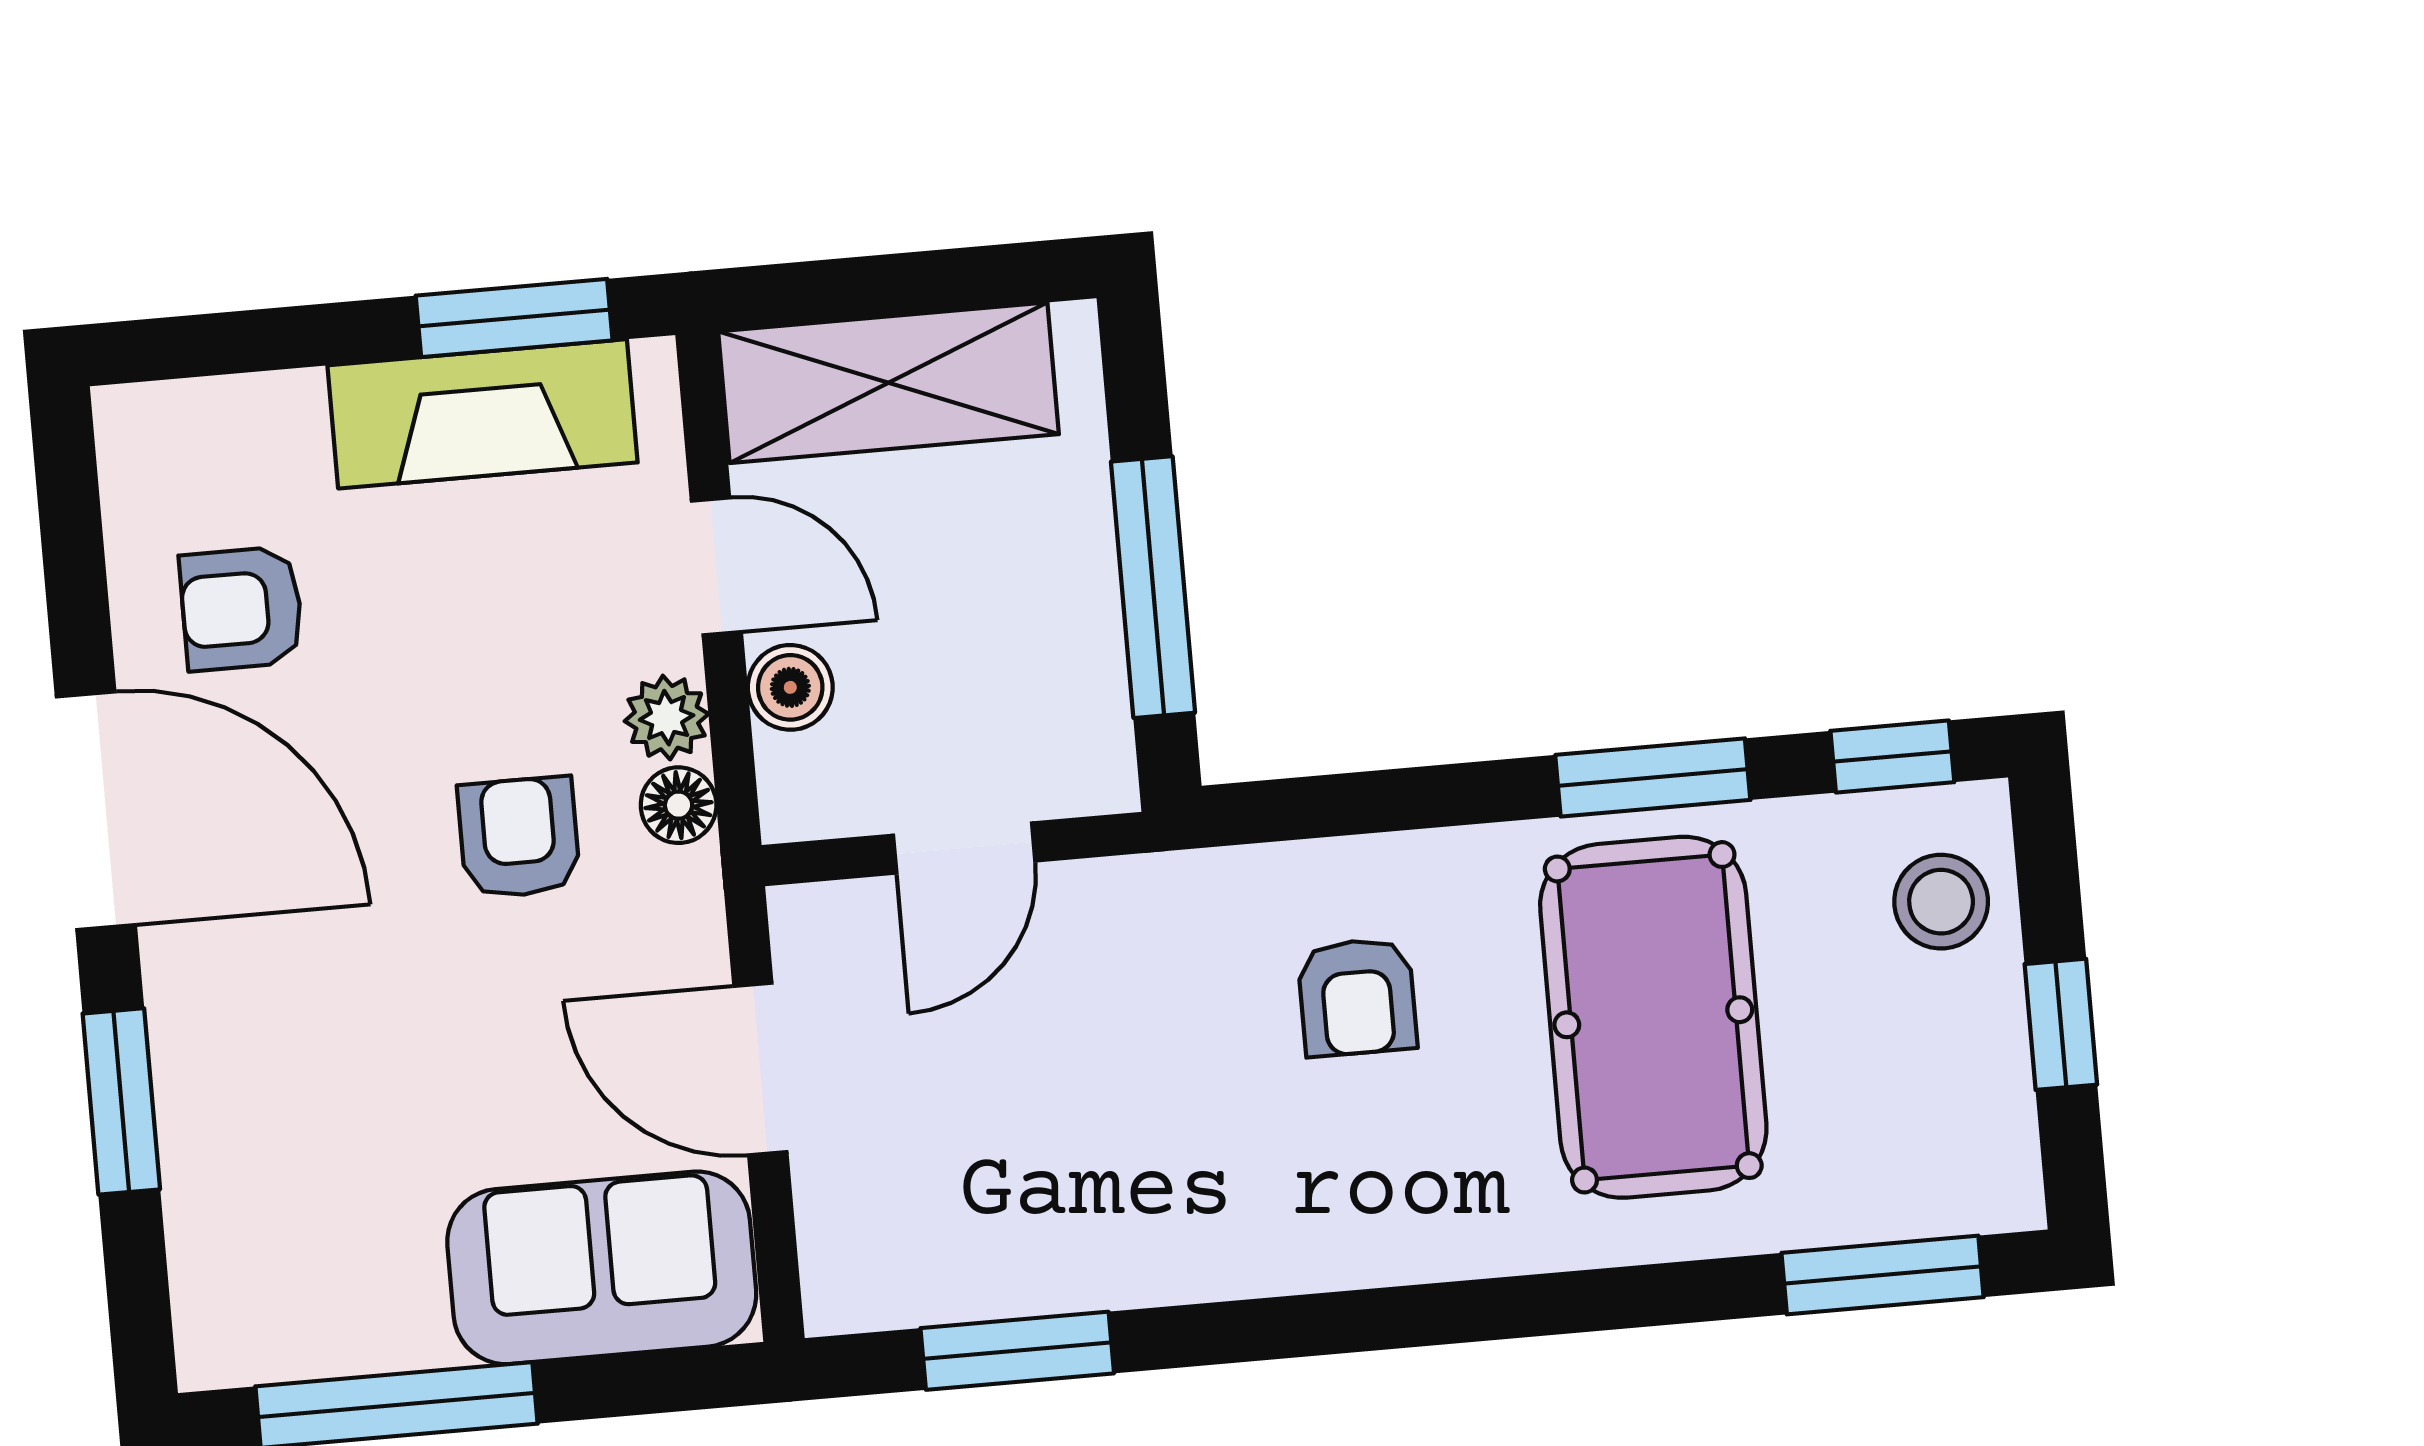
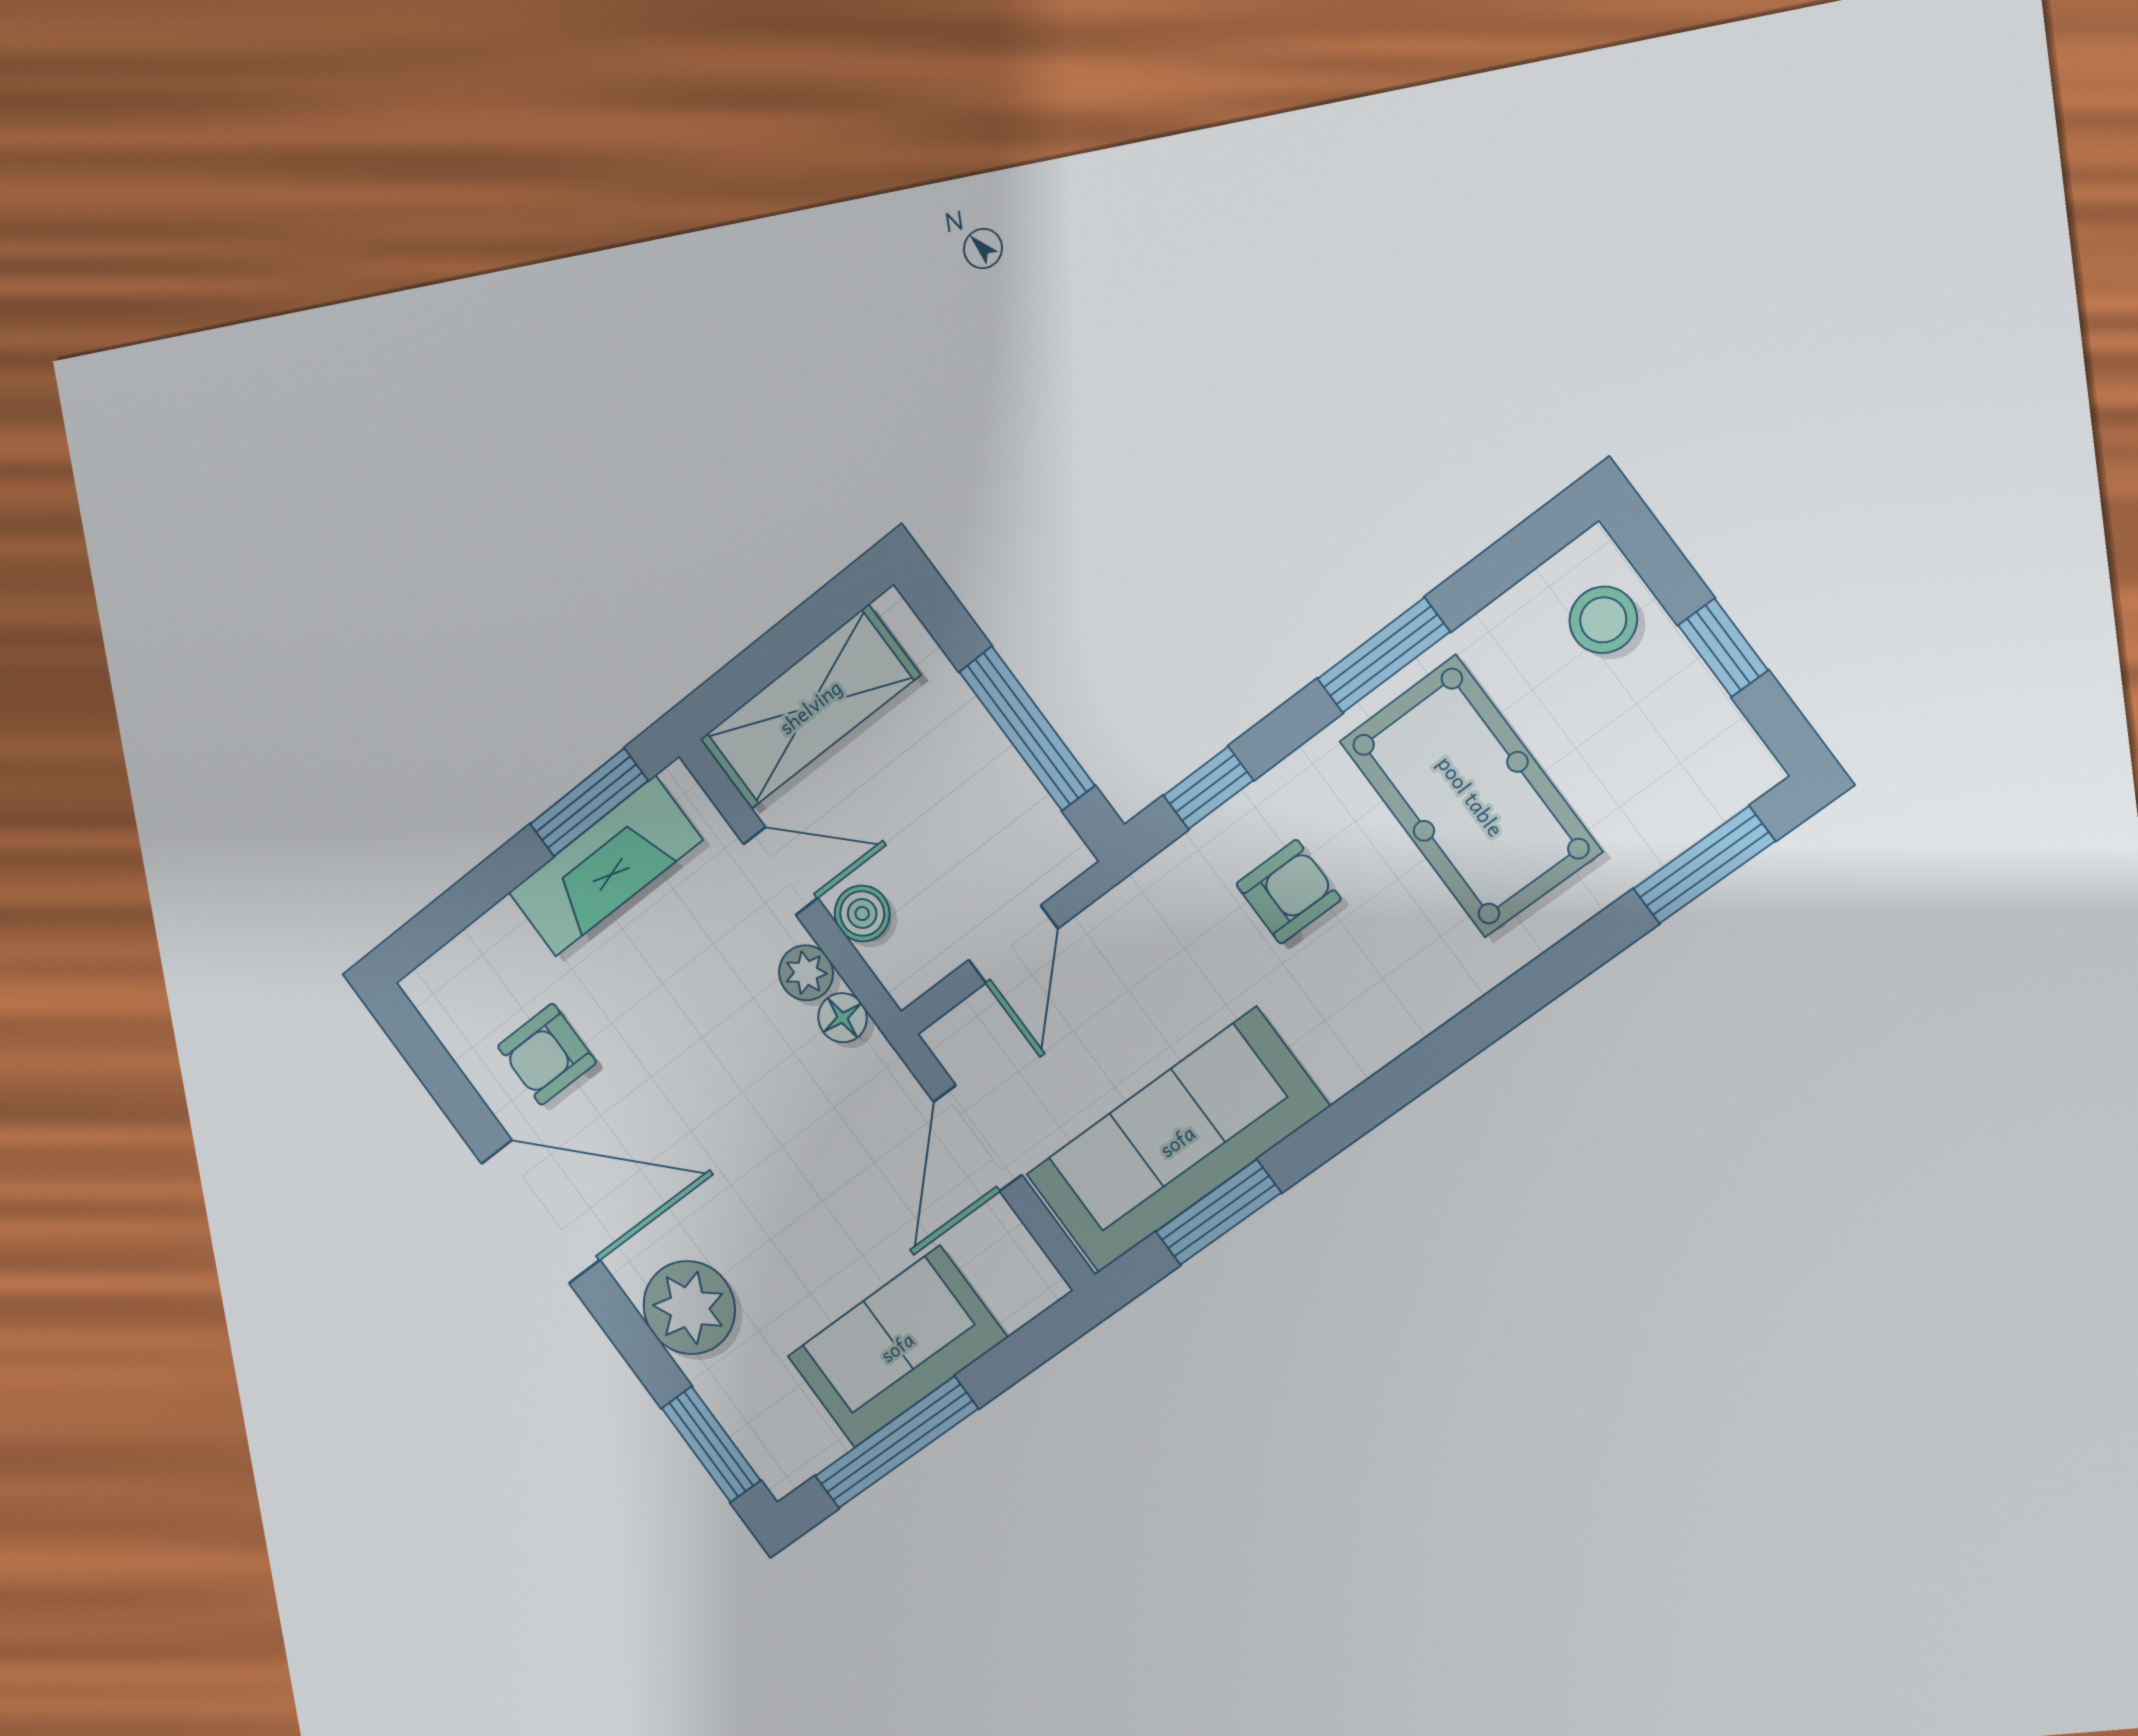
window: (1892, 757) -> (1208, 788), moved
armchair: (519, 837) -> (768, 1089), removed
armchair: (1357, 997) -> (1289, 892), turned -90
plant: (223, 1061) -> (689, 1308), added
door: (760, 1069) -> (978, 1138), hinge flipped
window: (121, 1101) -> (711, 1444), moved
sofa: (1020, 1227) -> (1177, 1141), added
sofa: (602, 1268) -> (897, 1347), moved

